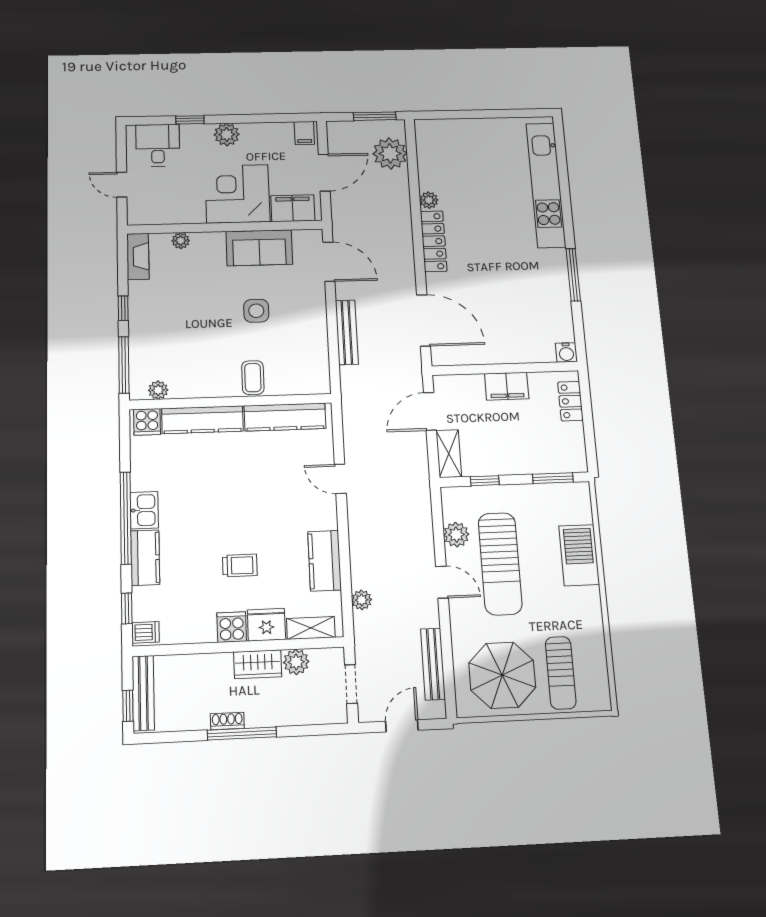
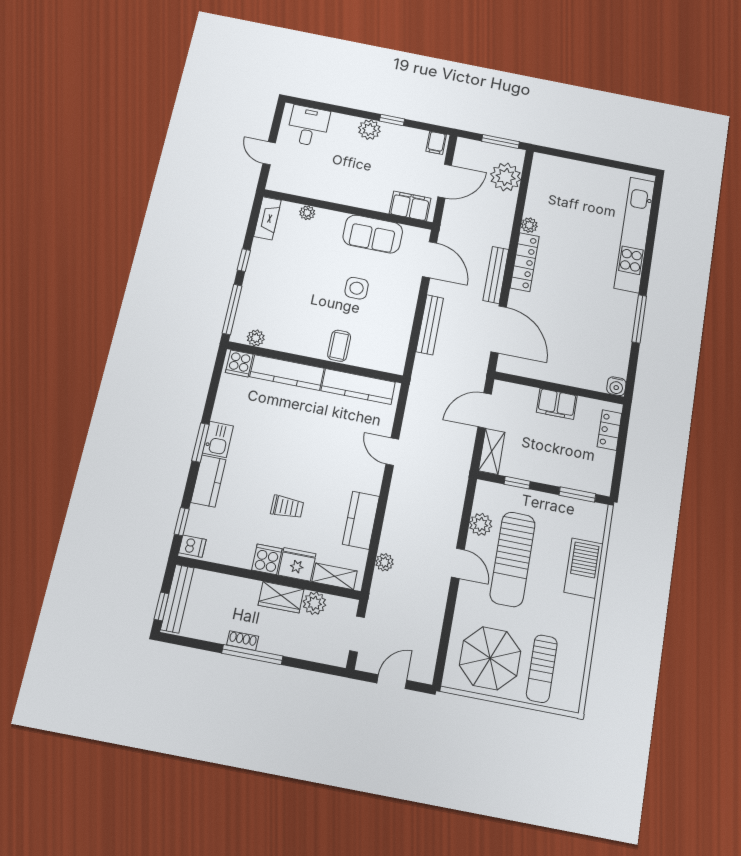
window: (190, 120) -> (392, 120), moved
corner desk: (237, 194) -> (366, 183), removed
window: (126, 518) -> (200, 443), width x0.47
bench: (433, 664) -> (496, 275), moved

